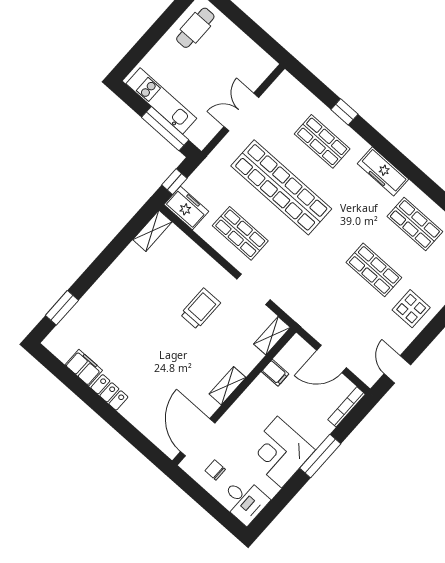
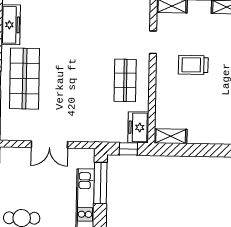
shop shelf: (322, 141) -> (24, 79), width x1.43, depth x1.36
shop shelf: (281, 187) -> (75, 80), removed
doorway: (253, 289) -> (153, 42), width x0.73

